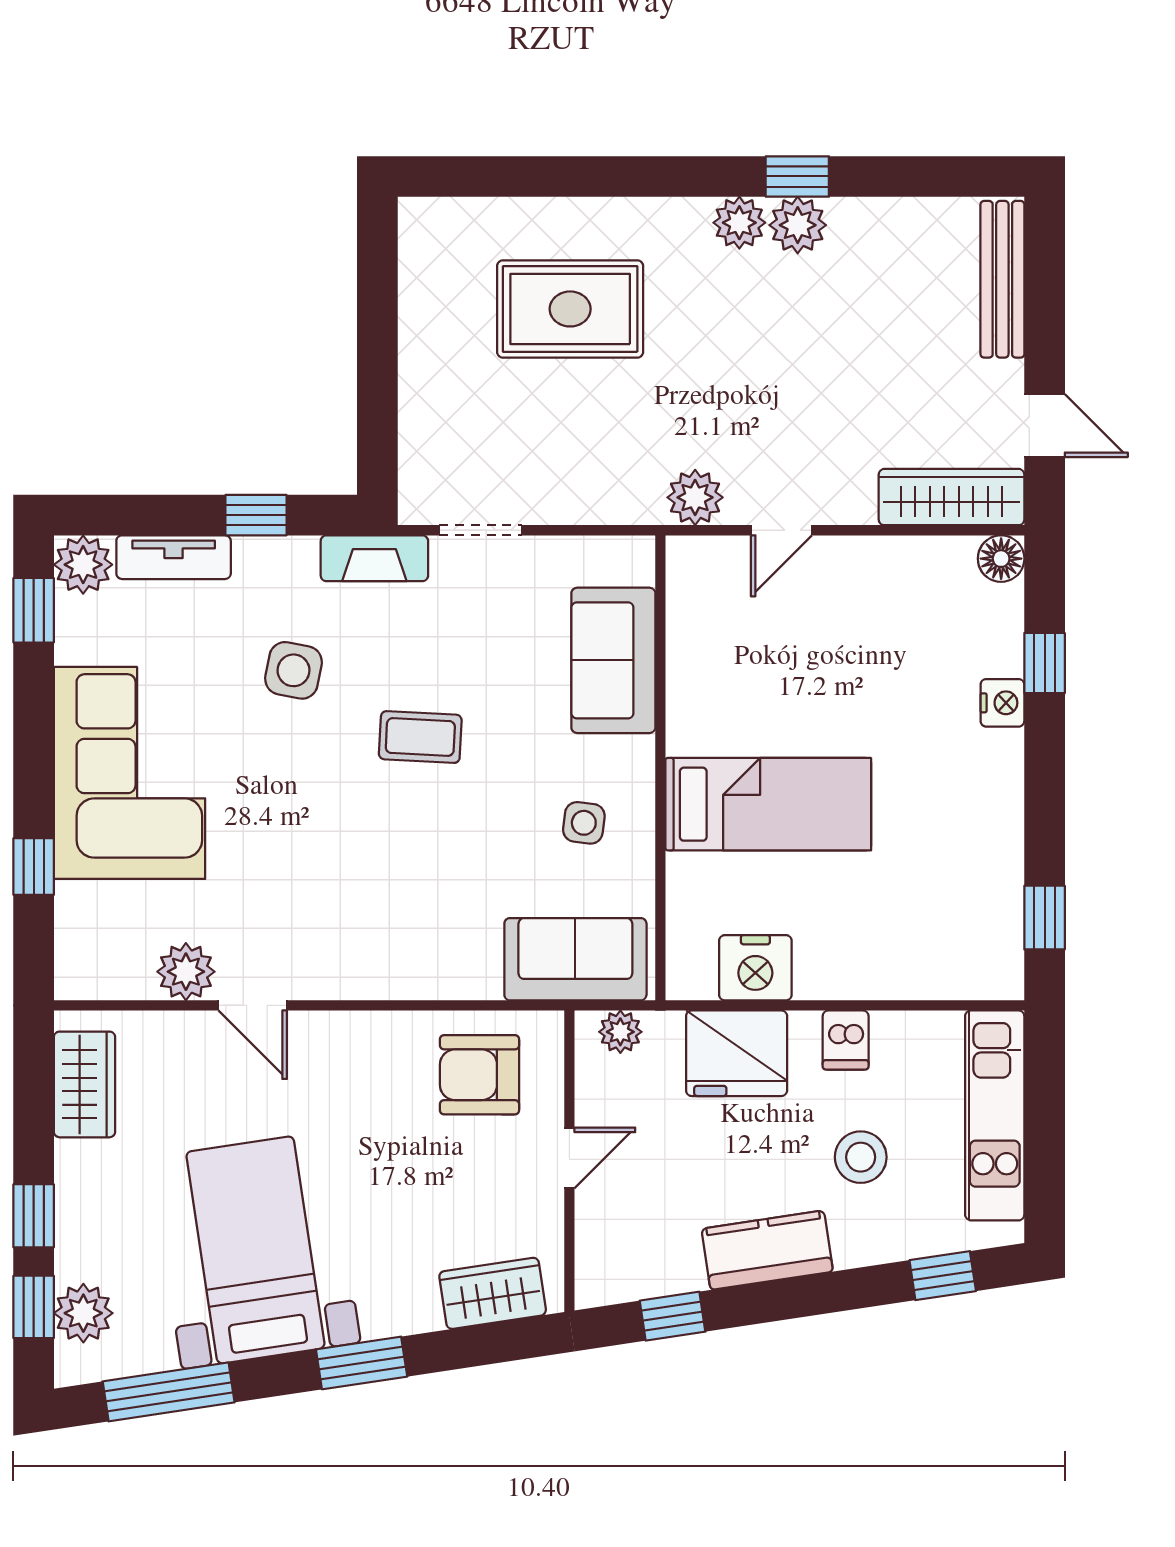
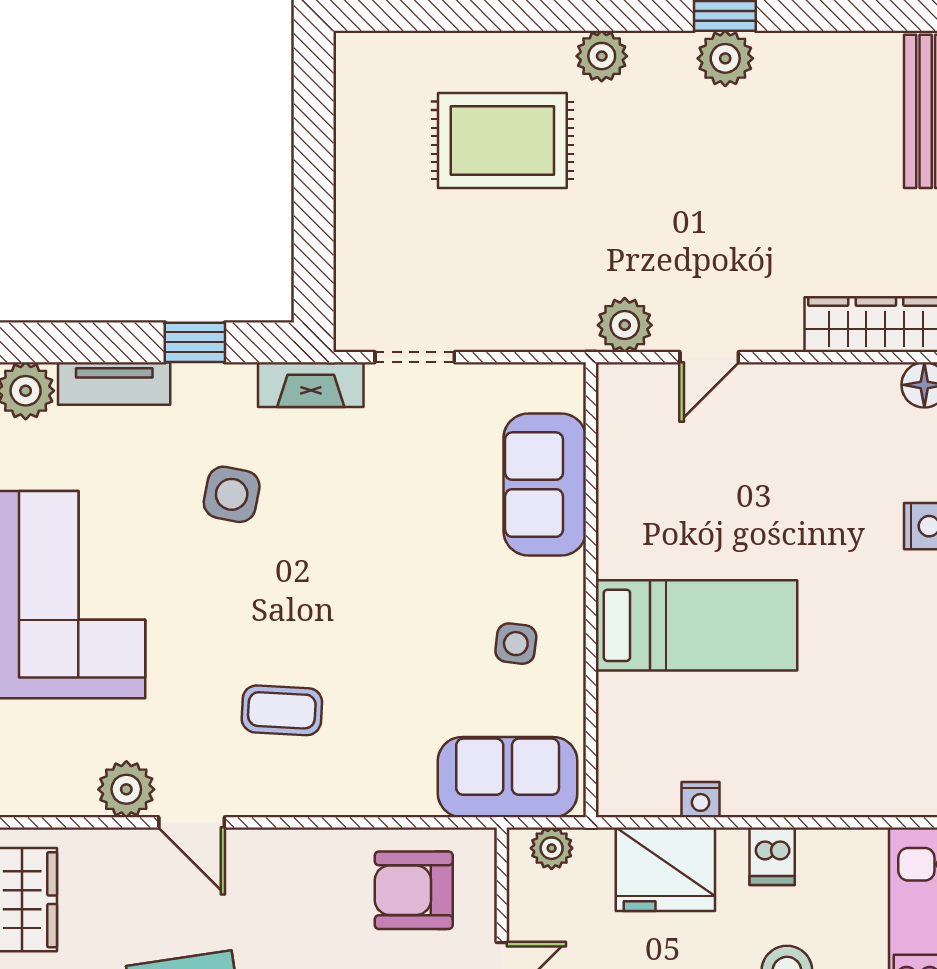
plant: (739, 223) -> (602, 56), moved
coffee table: (420, 737) -> (282, 710), moved
nightstand: (755, 968) -> (701, 800), width x0.53, depth x0.56

